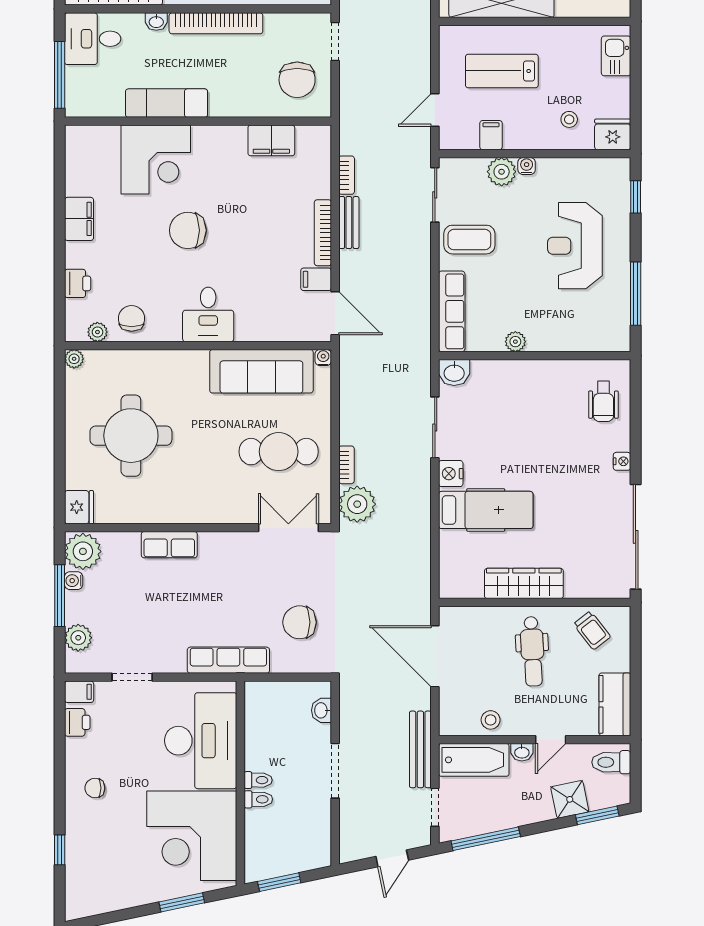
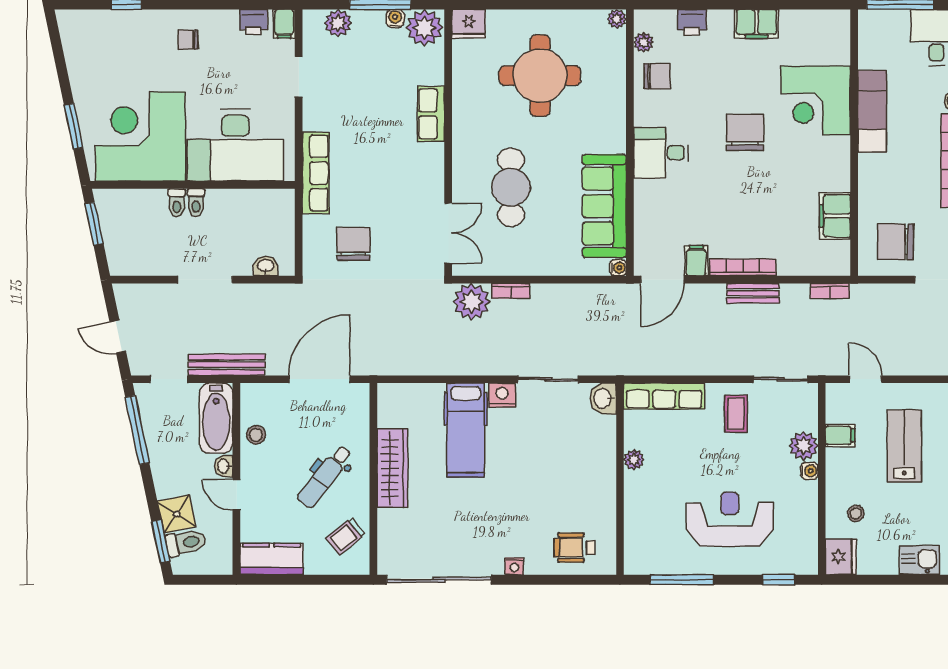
bookcase: (347, 175) -> (830, 291), moved
coffee table: (469, 240) -> (736, 414), width x0.73, depth x0.77
cafe table: (279, 452) -> (511, 187), moved
dental chair: (532, 651) -> (325, 477), turned -49
toilet: (611, 762) -> (186, 543), moved, turned 78
chair: (95, 788) -> (188, 40), turned -90

